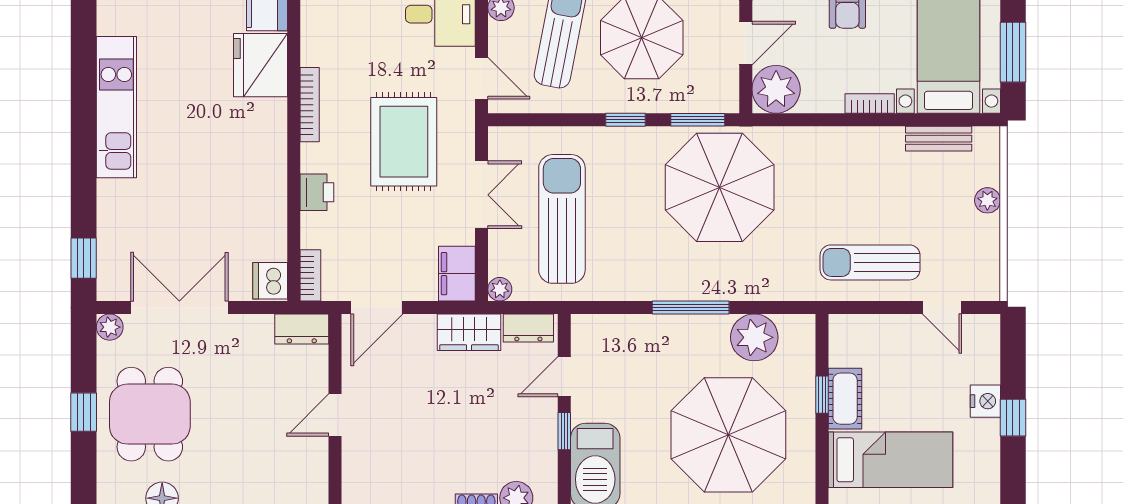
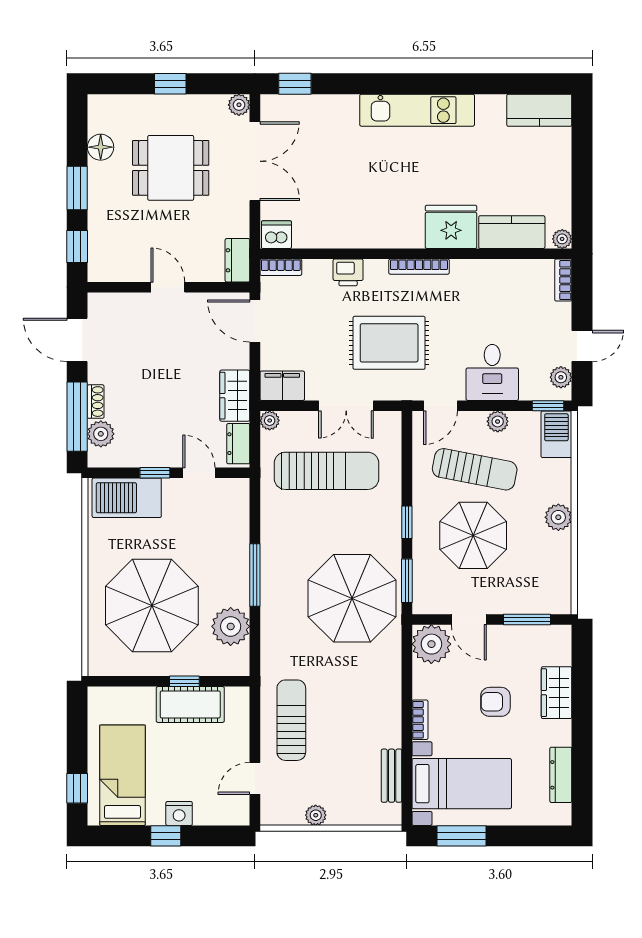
plant: (987, 200) -> (316, 815), moved
cot: (845, 399) -> (190, 704), width x1.37, depth x1.34
dining table: (150, 414) -> (171, 168), moved
bed: (891, 460) -> (122, 775), moved, turned 180

